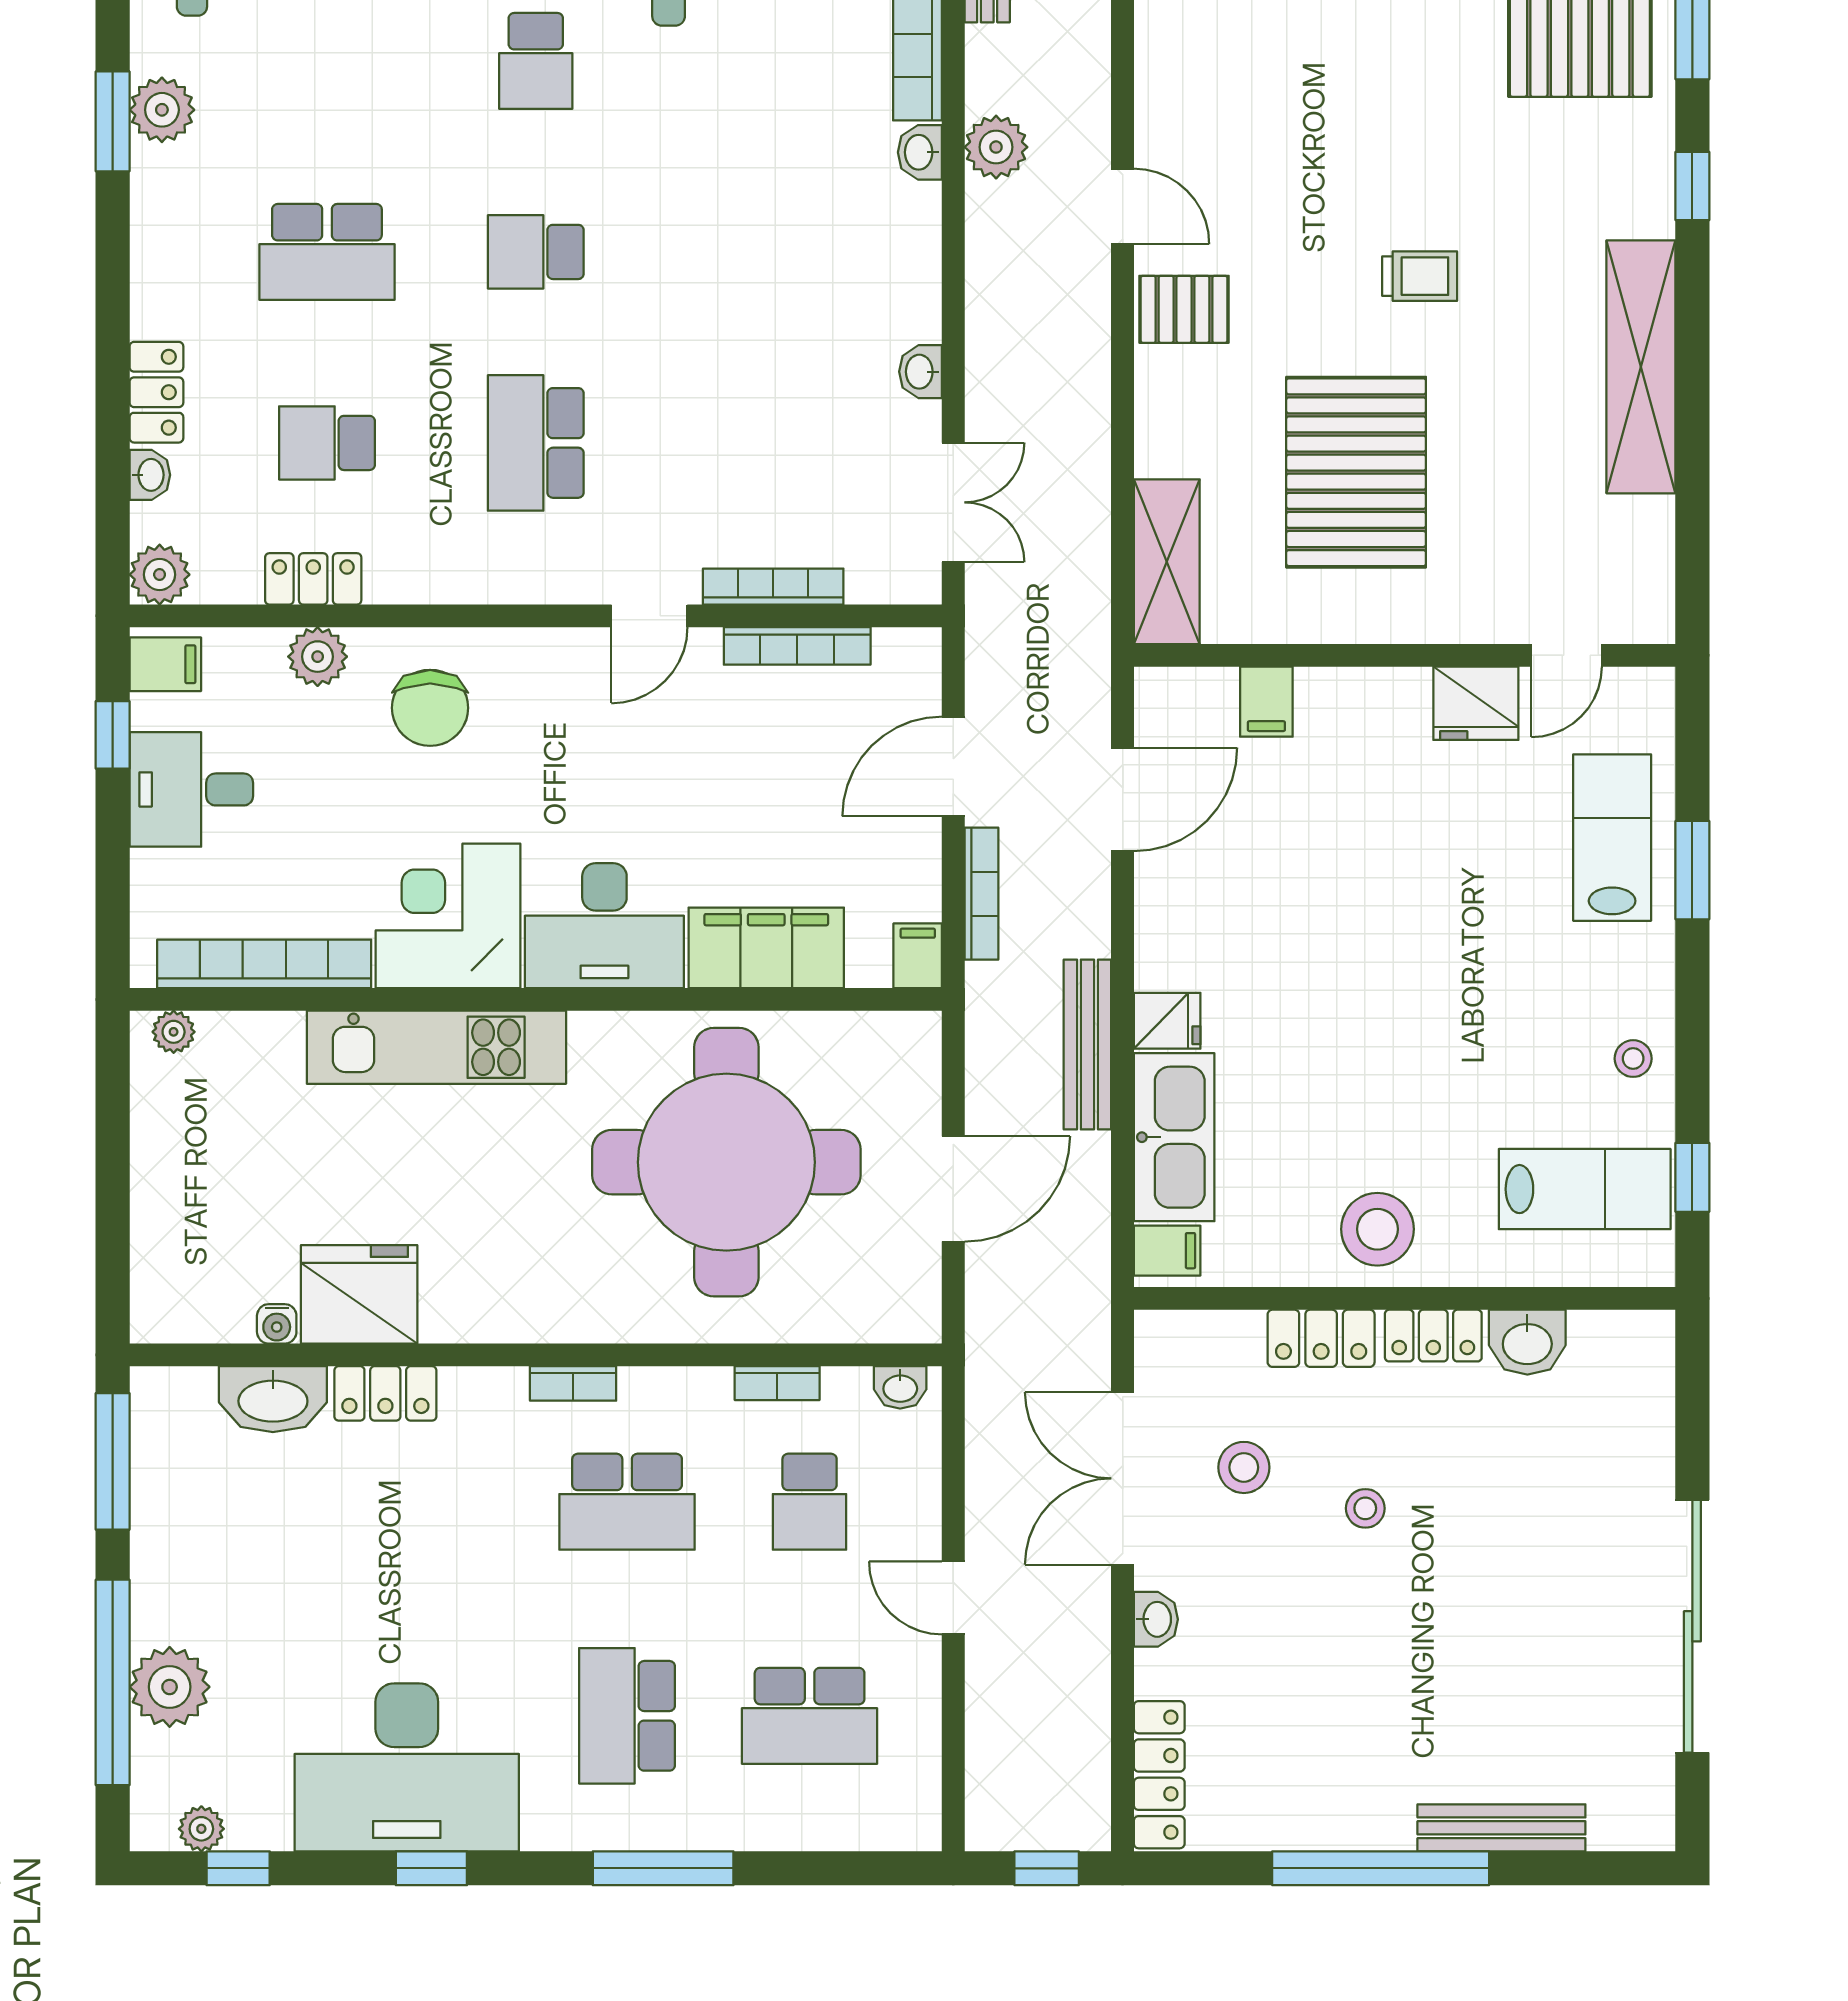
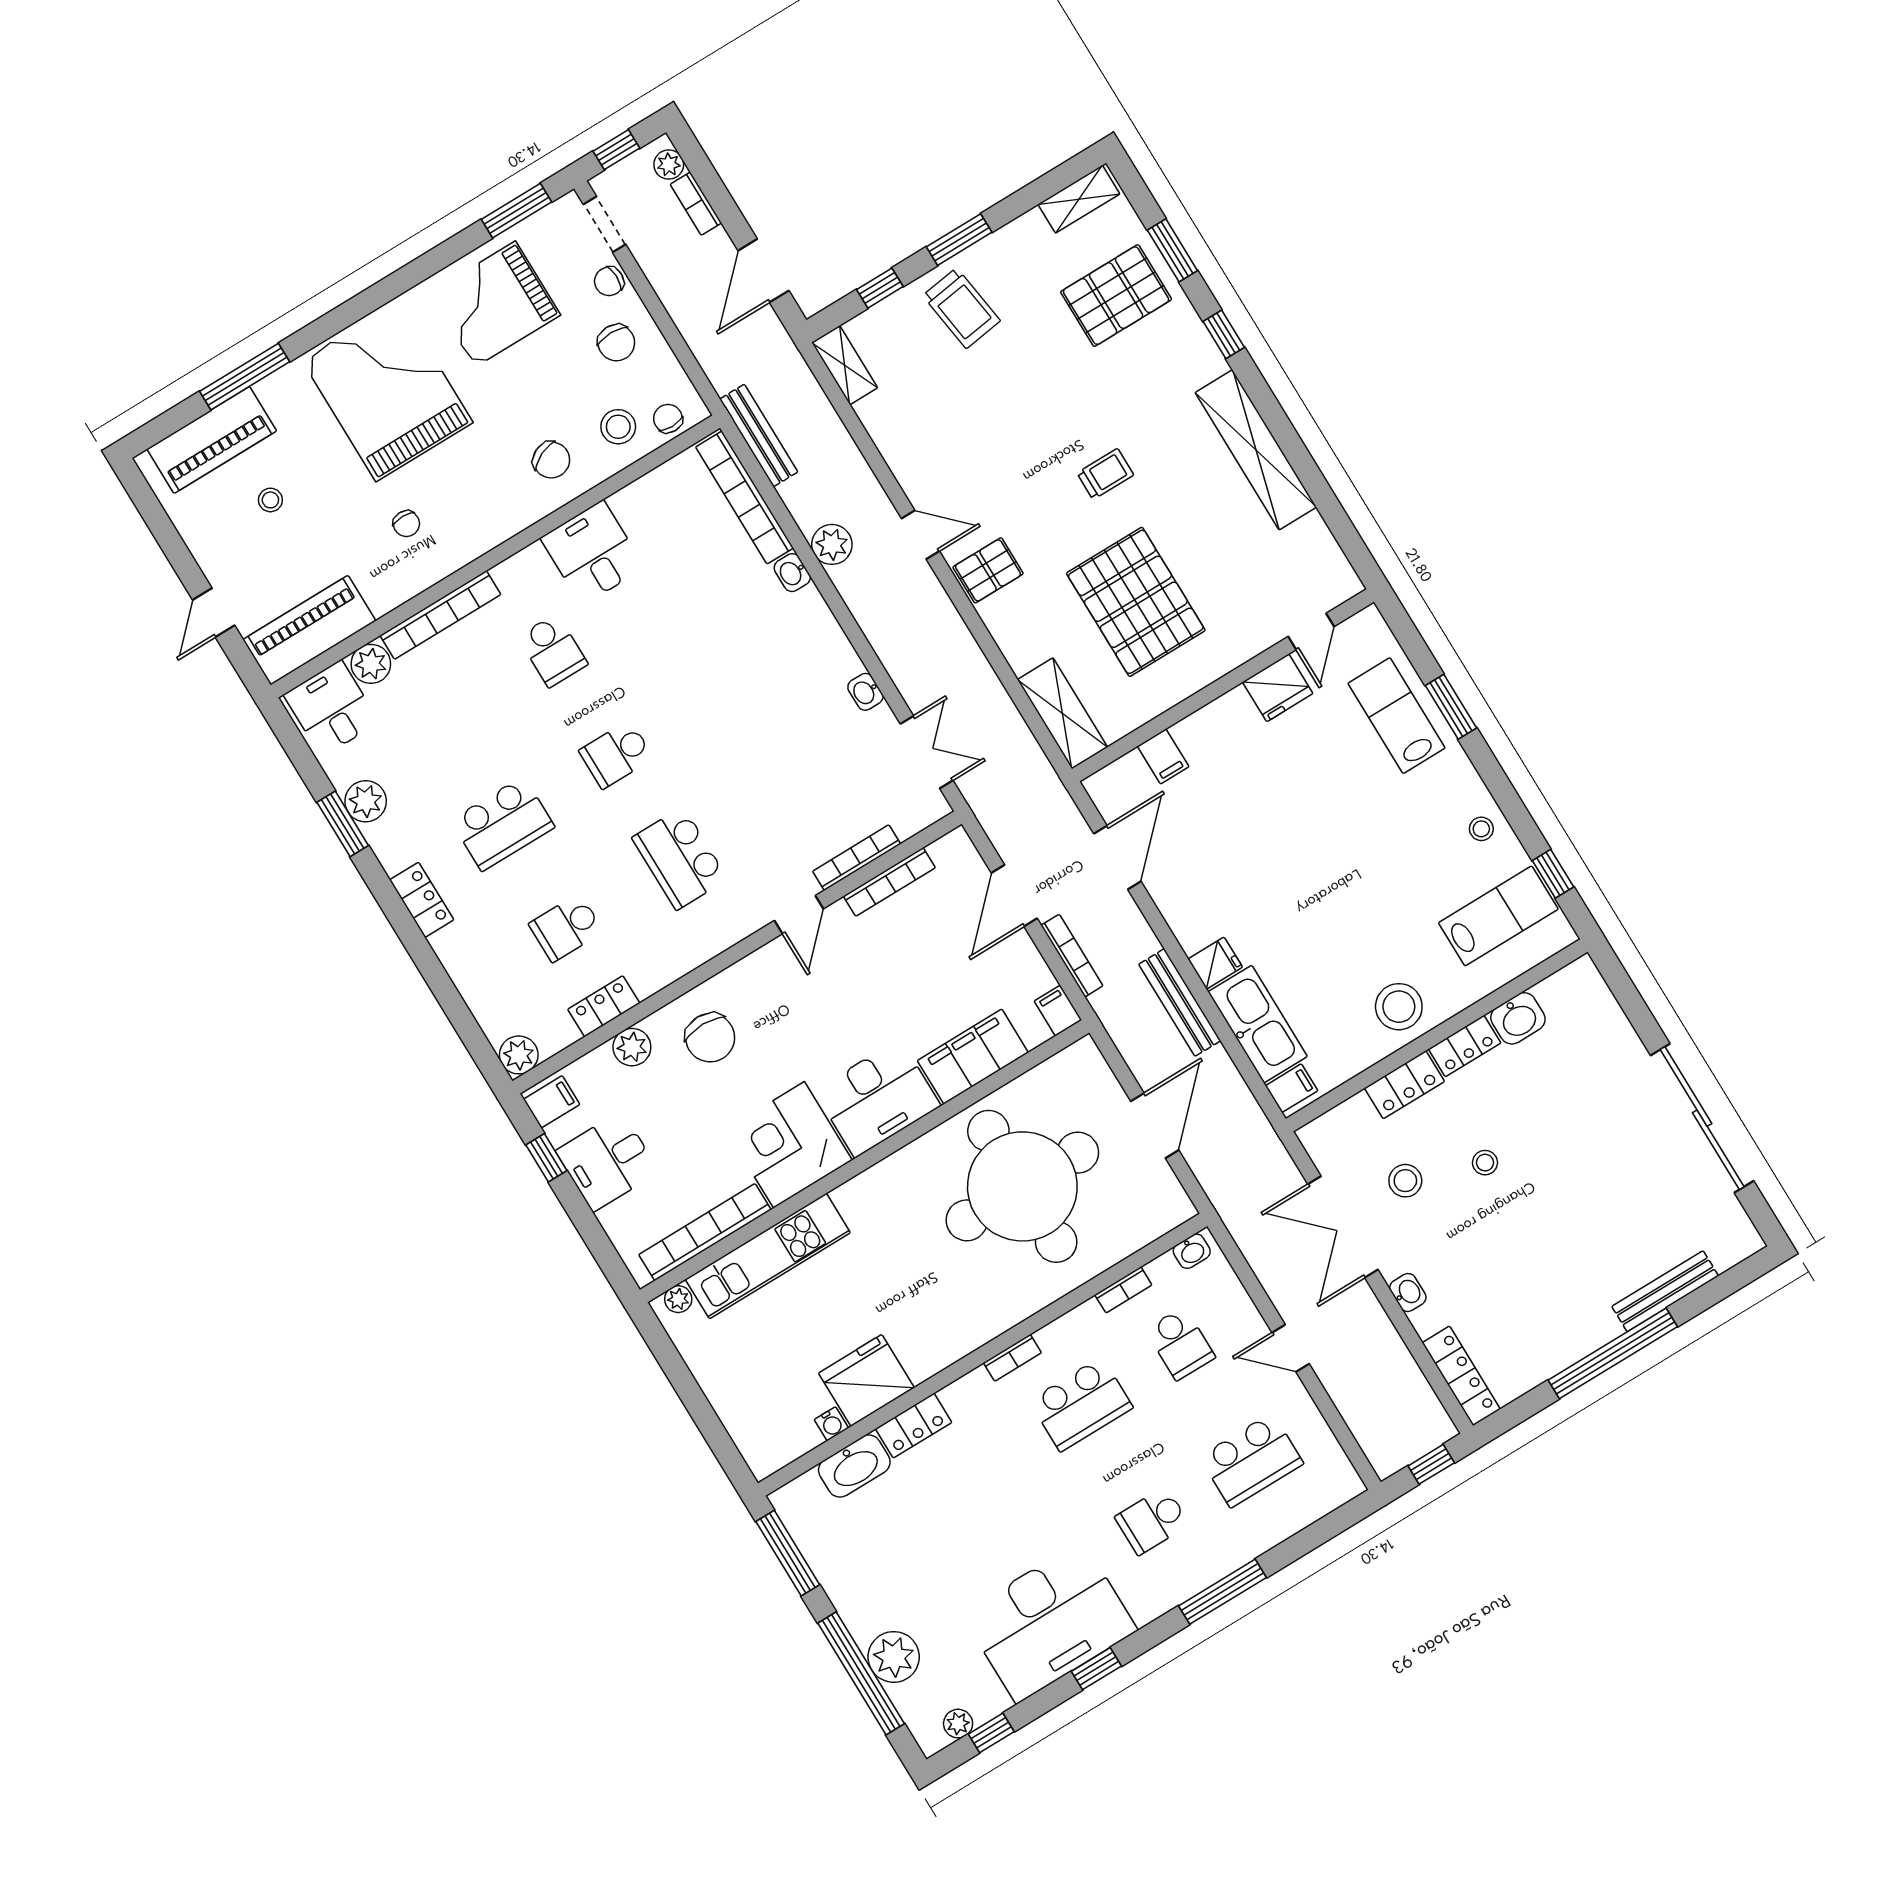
locker: (156, 392) -> (422, 900), moved
washbasin: (150, 475) -> (480, 1004), removed
kitchen unit: (436, 1047) -> (768, 1256), moved
school desk: (627, 1716) -> (1152, 1521), width x0.54

